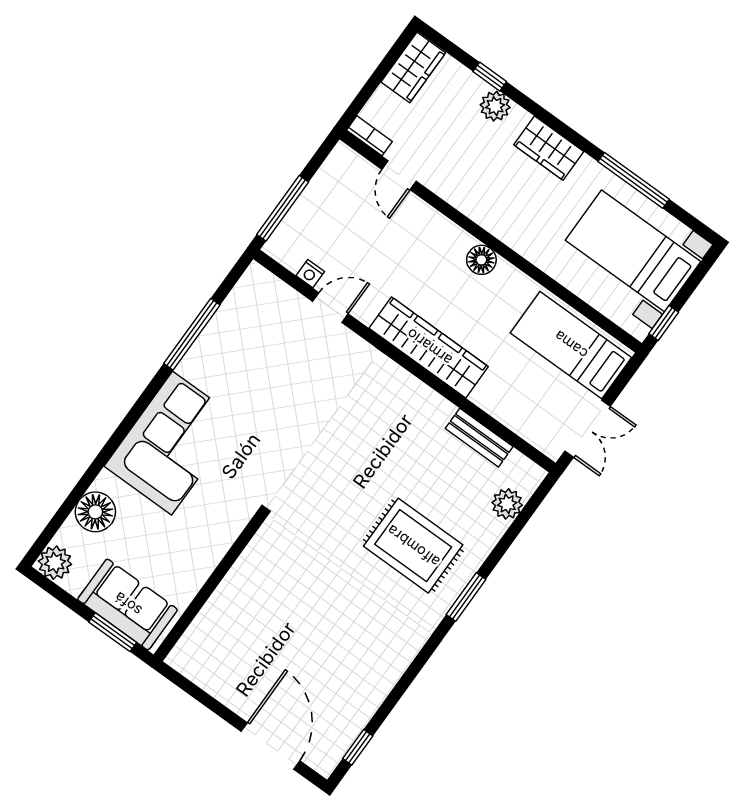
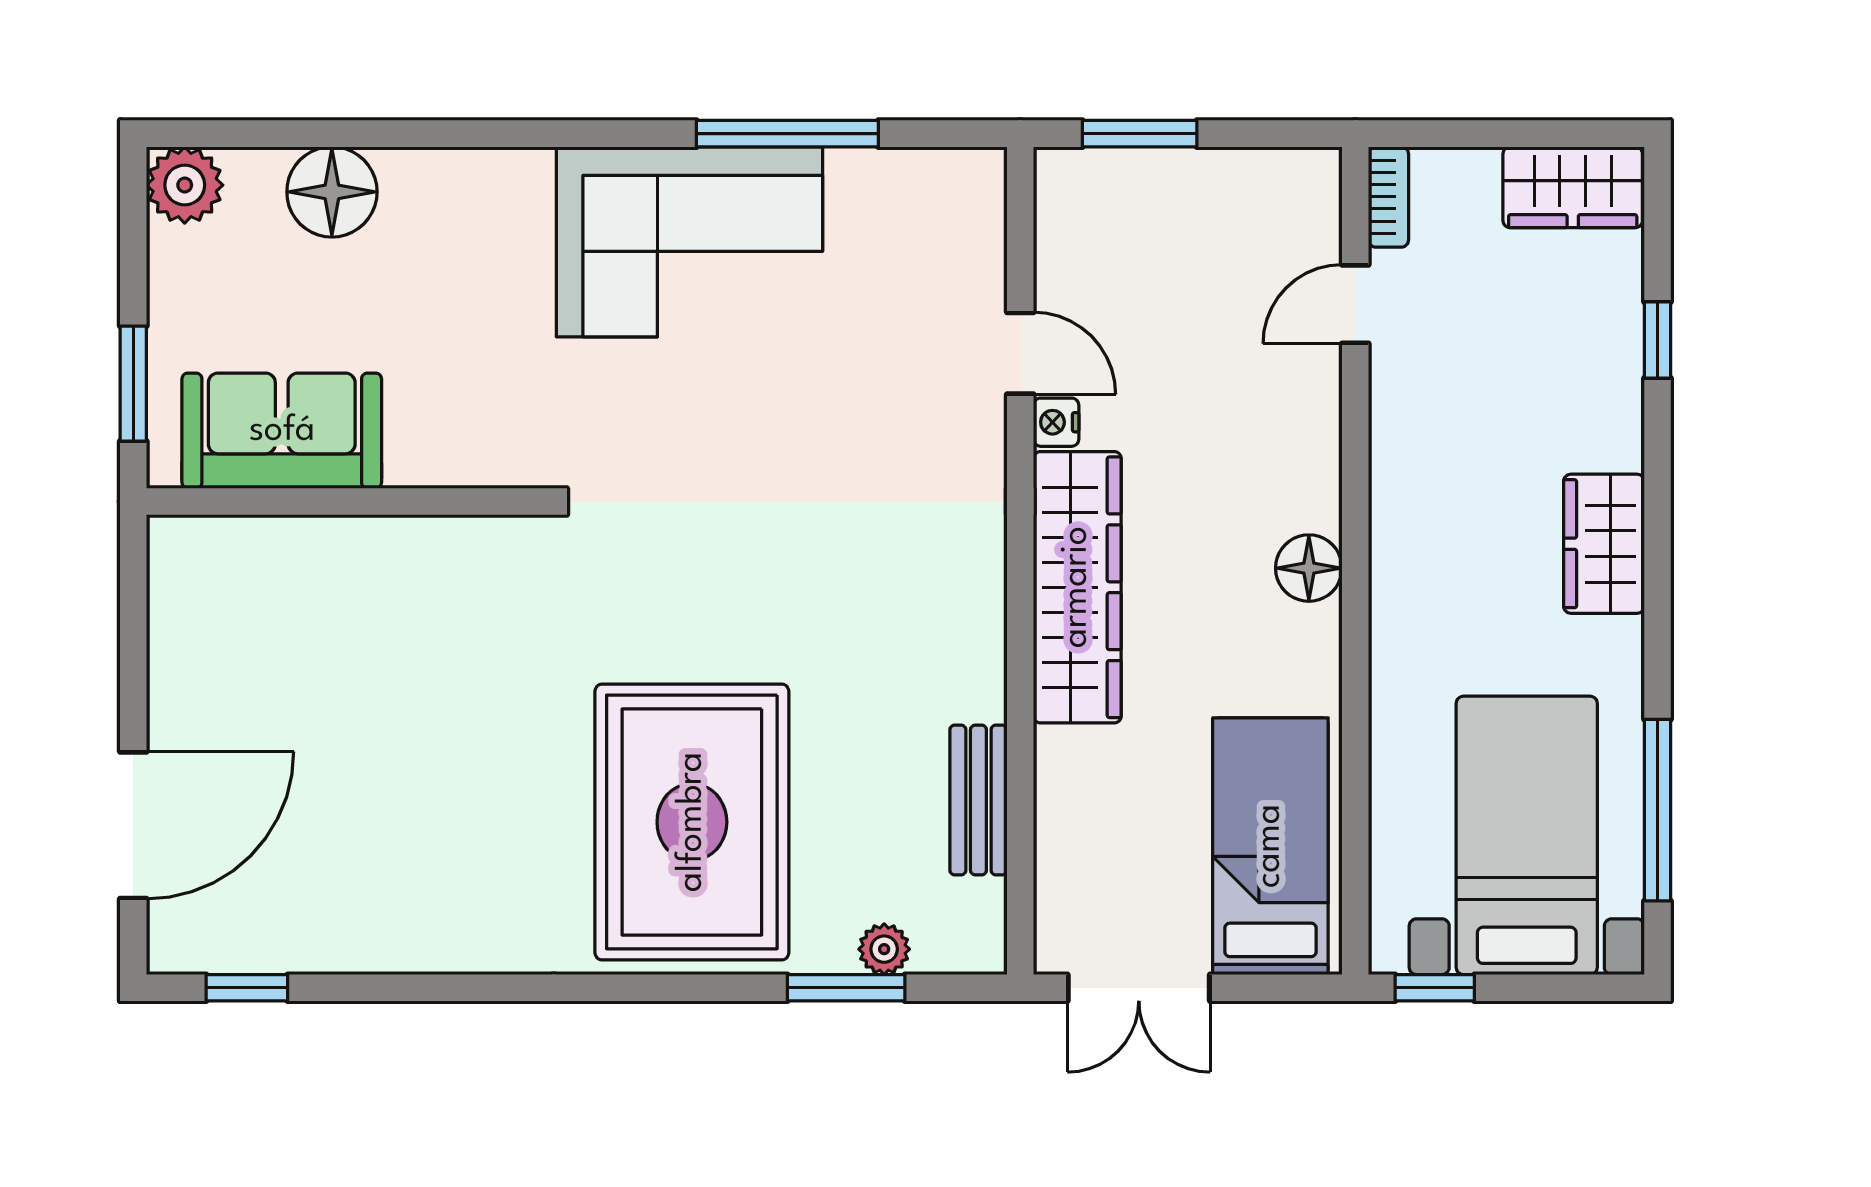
plant: (495, 106) -> (1610, 389), removed
window: (634, 180) -> (1657, 810), moved
window: (283, 208) -> (1140, 134), width x0.69
nightstand: (310, 274) -> (1056, 422), moved
corner sofa: (172, 443) -> (689, 242), moved
plant: (507, 504) -> (884, 949), width x0.73, depth x0.73
rug: (413, 546) -> (692, 822), width x1.37, depth x1.44
window: (466, 597) -> (846, 988), moved
sofa: (128, 604) -> (282, 431), moved, turned -90

